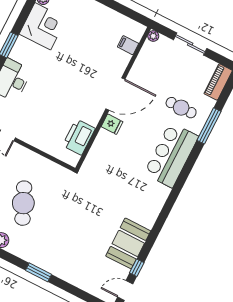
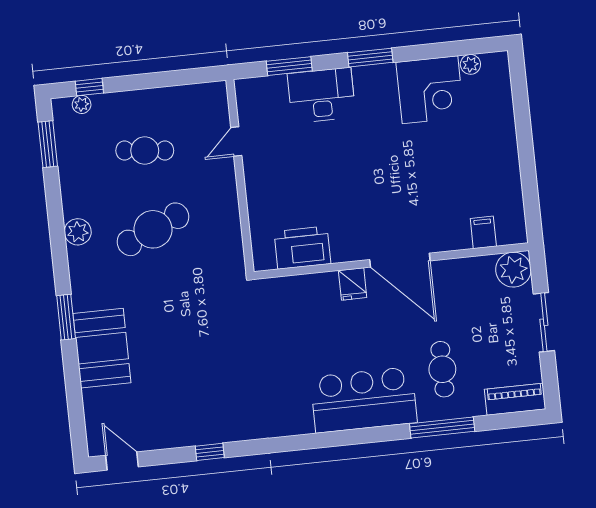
plant: (153, 36) -> (513, 270), width x1.88, depth x1.88
booth: (128, 243) -> (102, 348), moved, turned 90
window: (137, 268) -> (210, 452), moved

